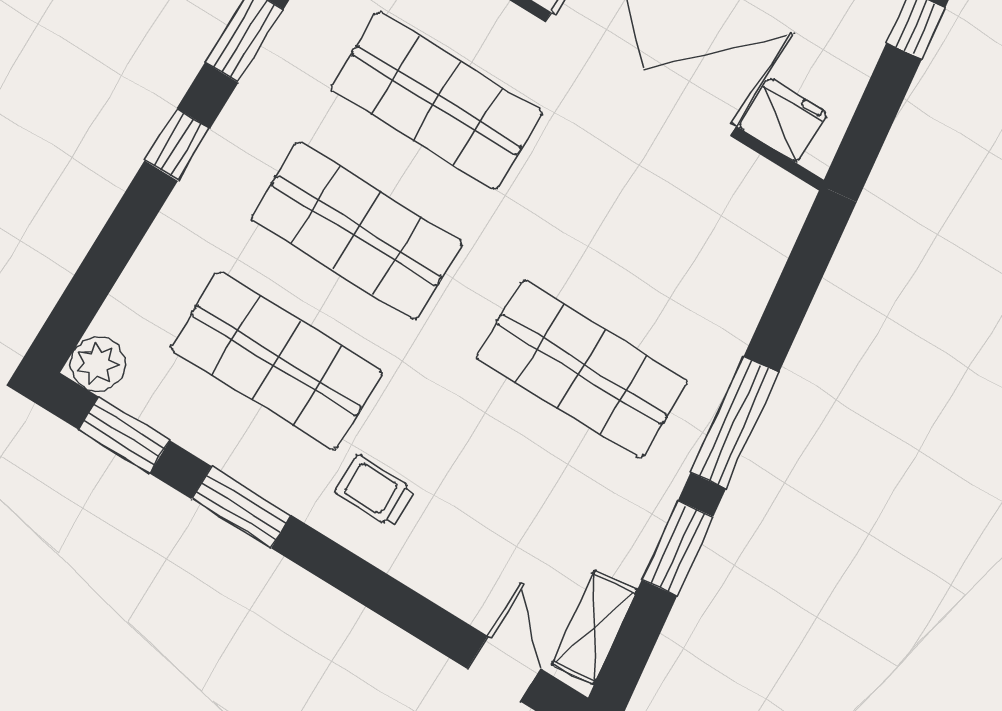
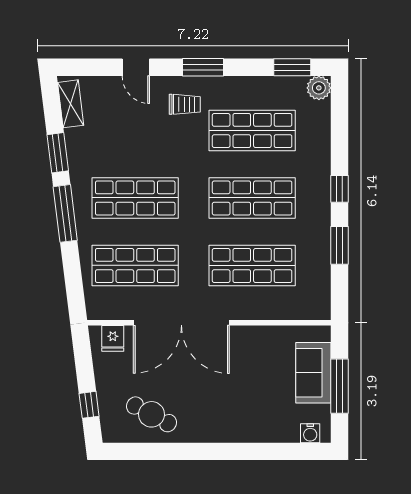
fridge: (783, 120) -> (113, 338), width x0.72
shop shelf: (662, 239) -> (135, 265), added
window: (241, 507) -> (203, 67), moved
door: (504, 669) -> (136, 67), moved

